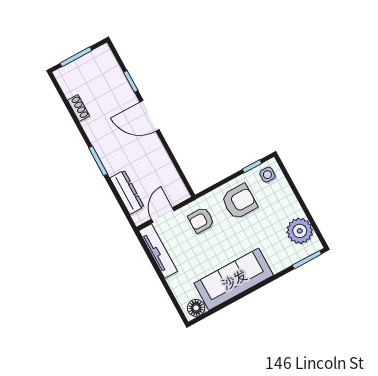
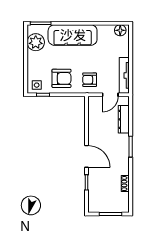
armchair: (239, 202) -> (61, 78), turned 180
armchair: (201, 220) -> (90, 80), turned 180
sofa: (234, 279) -> (73, 35), moved

